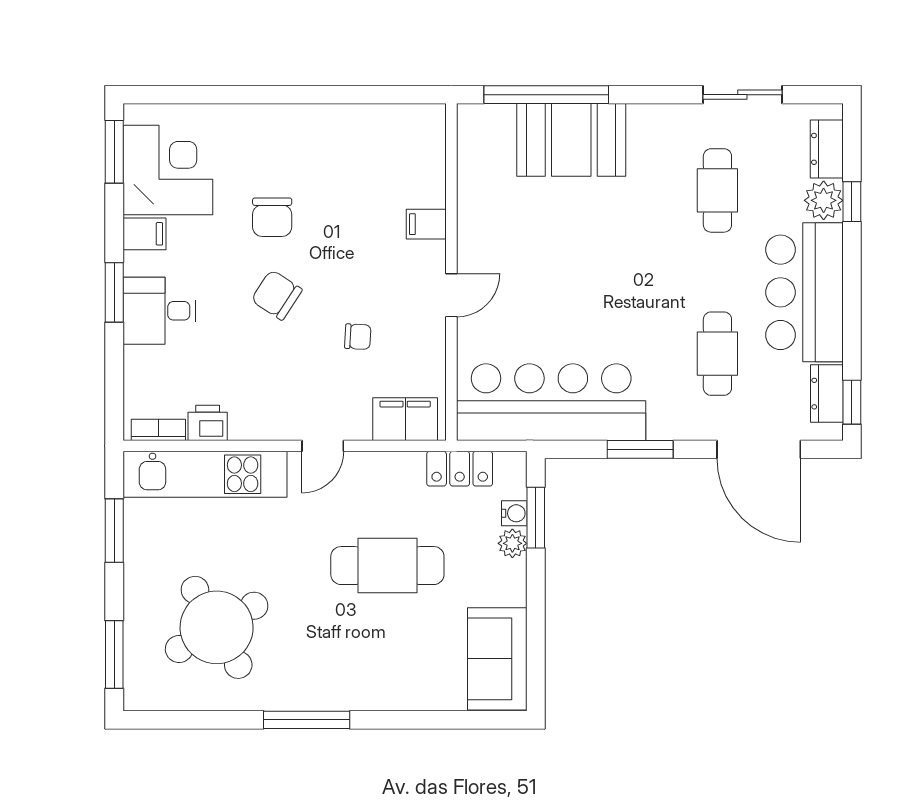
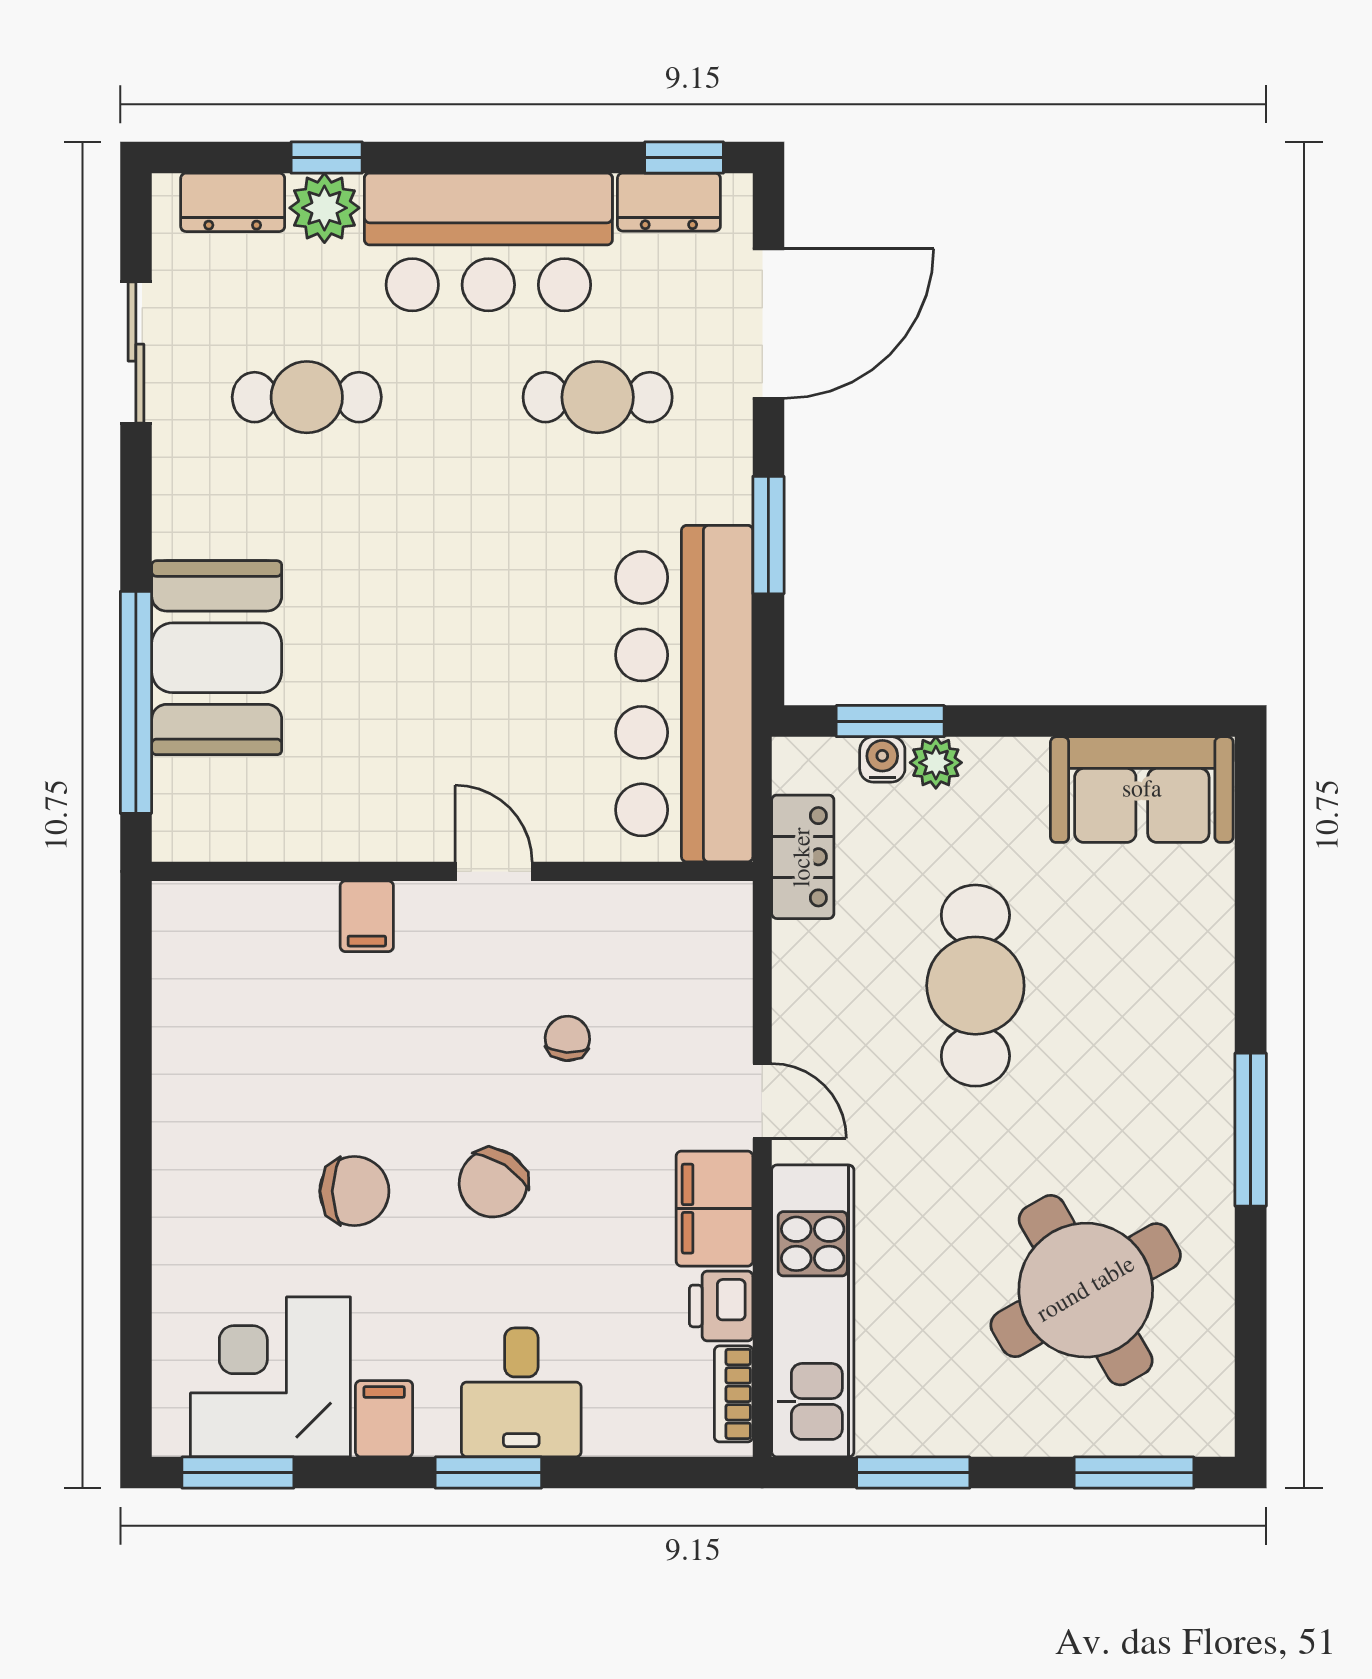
filing cabinet: (405, 419) -> (714, 1209), moved

